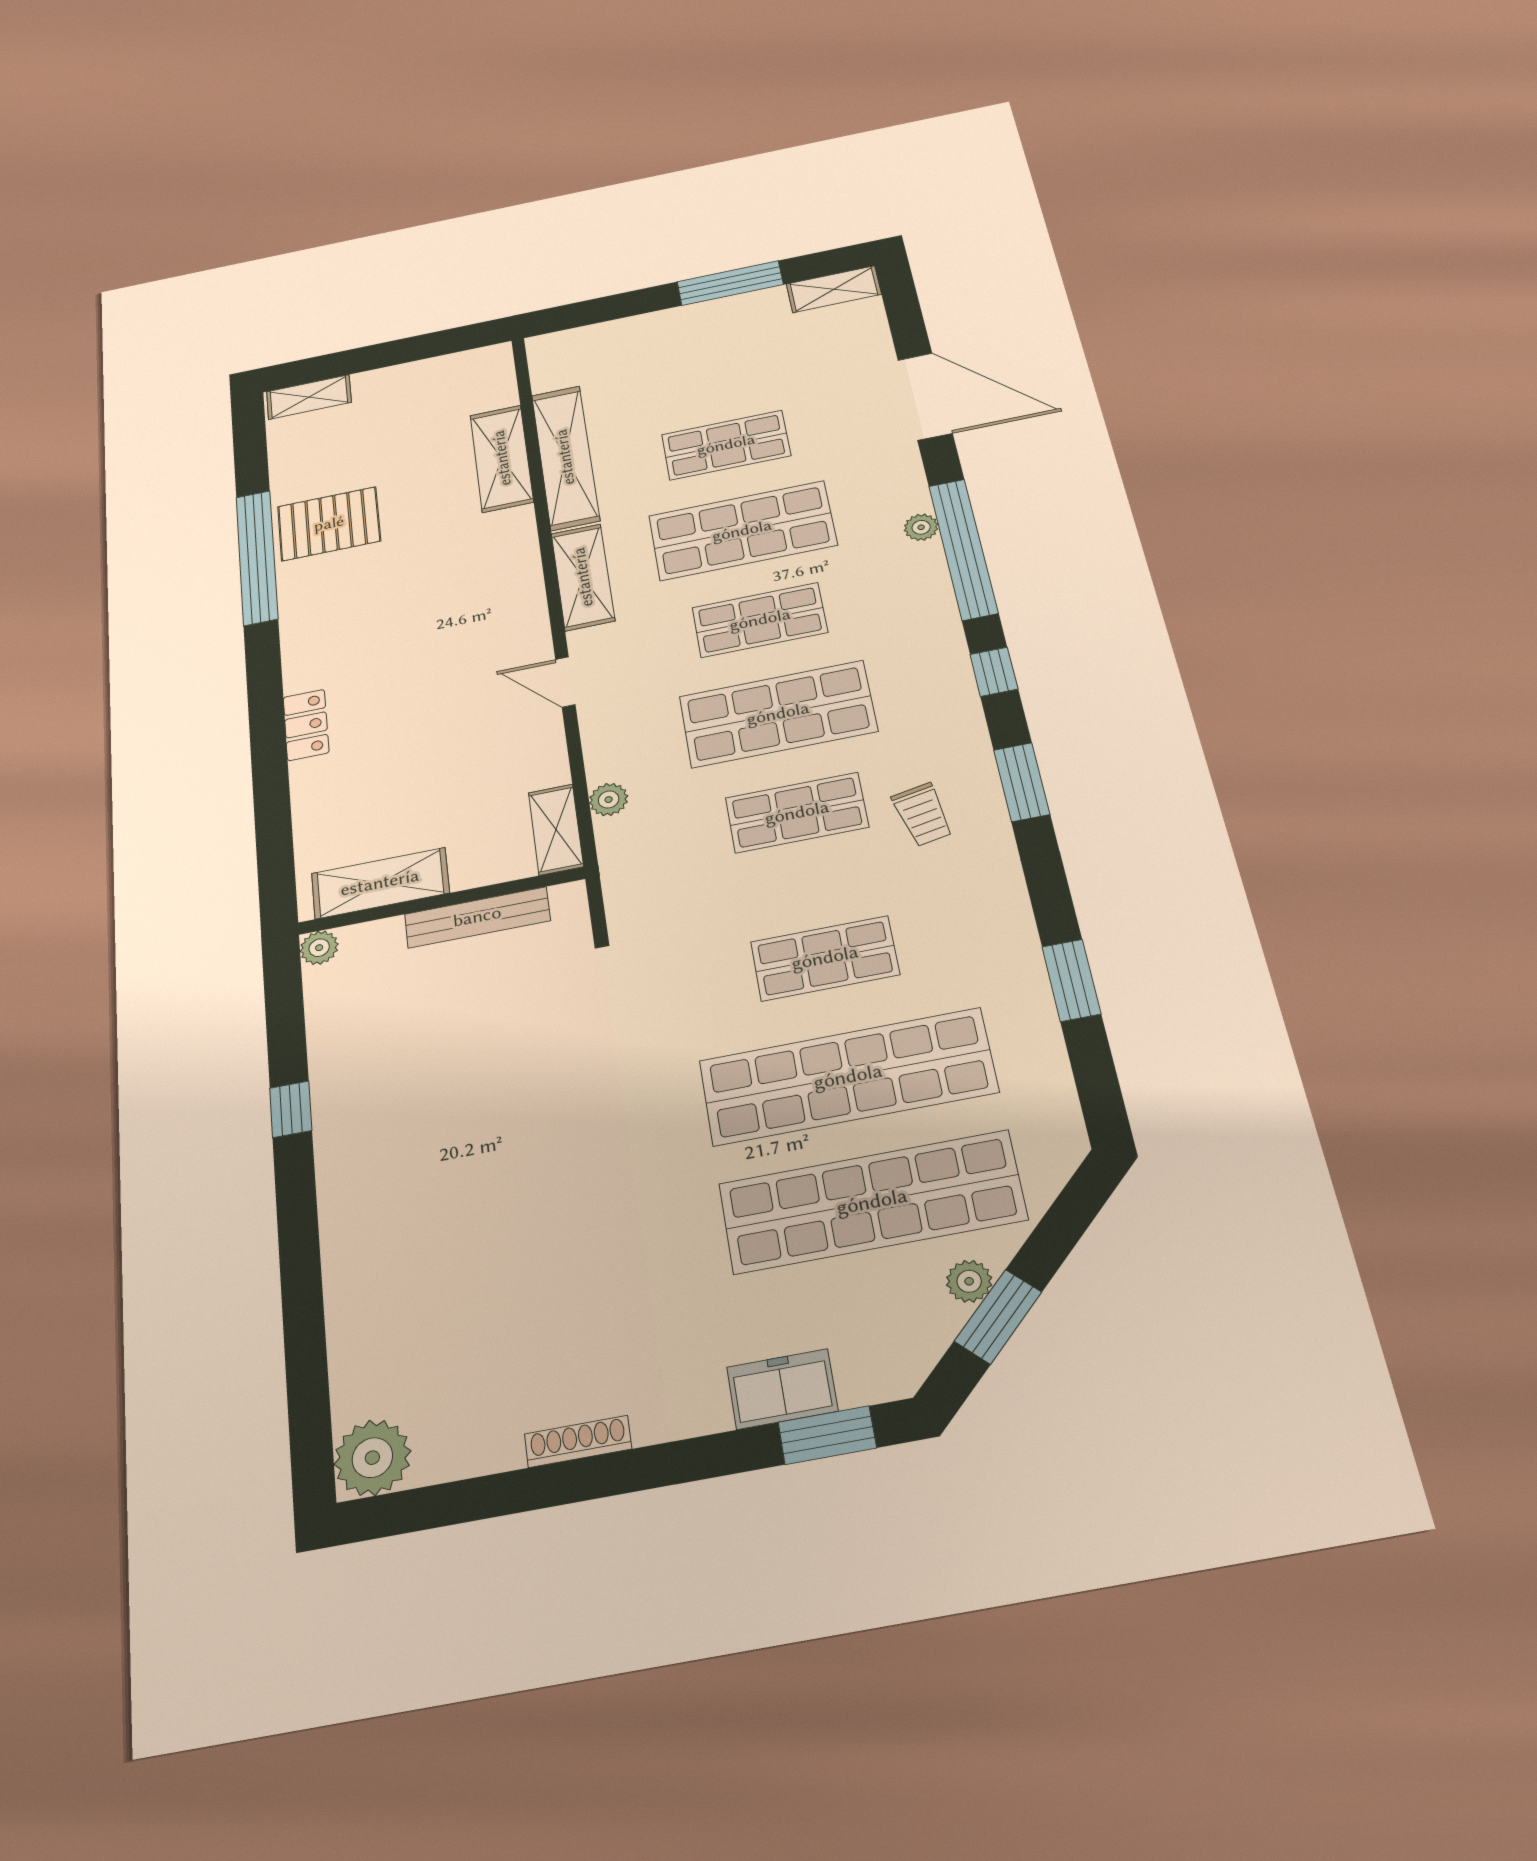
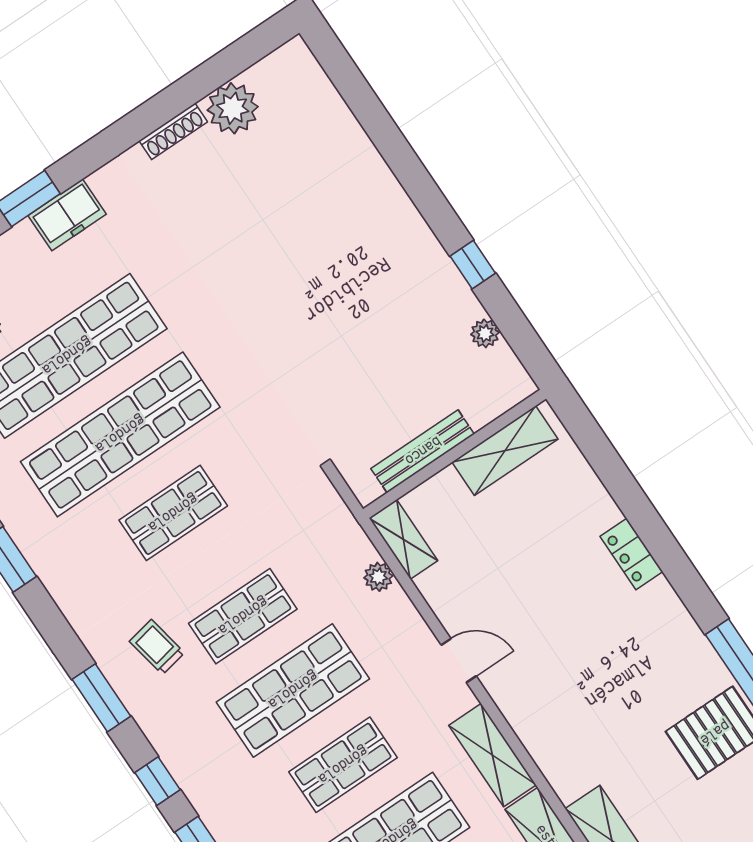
plant: (319, 948) -> (485, 333), moved
plant: (372, 1458) -> (233, 108), moved

